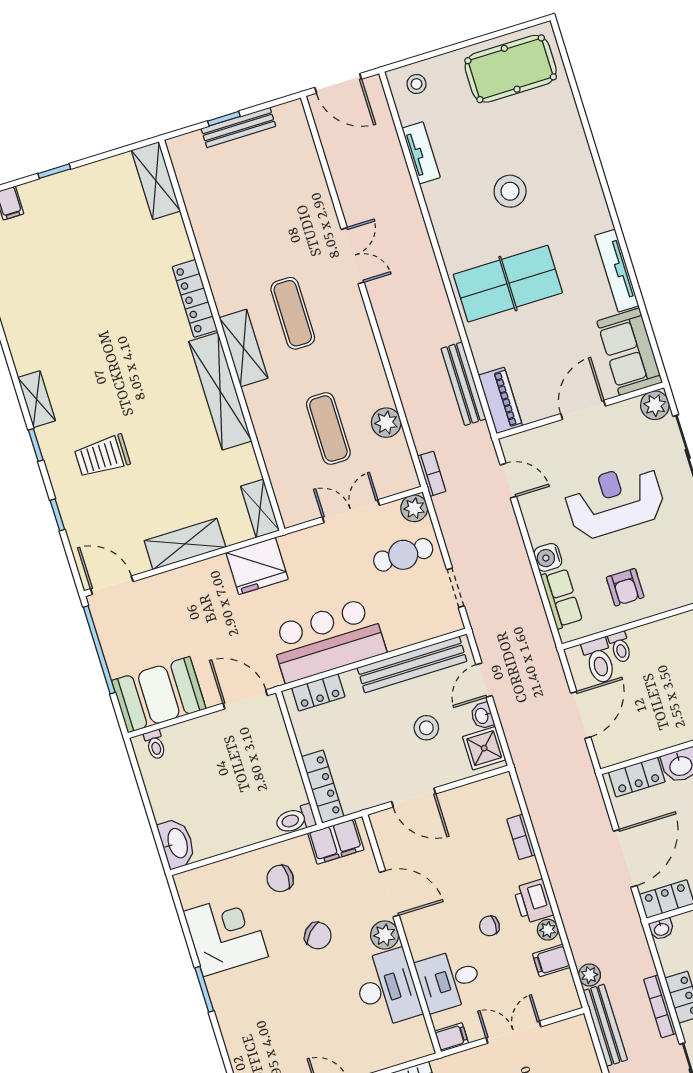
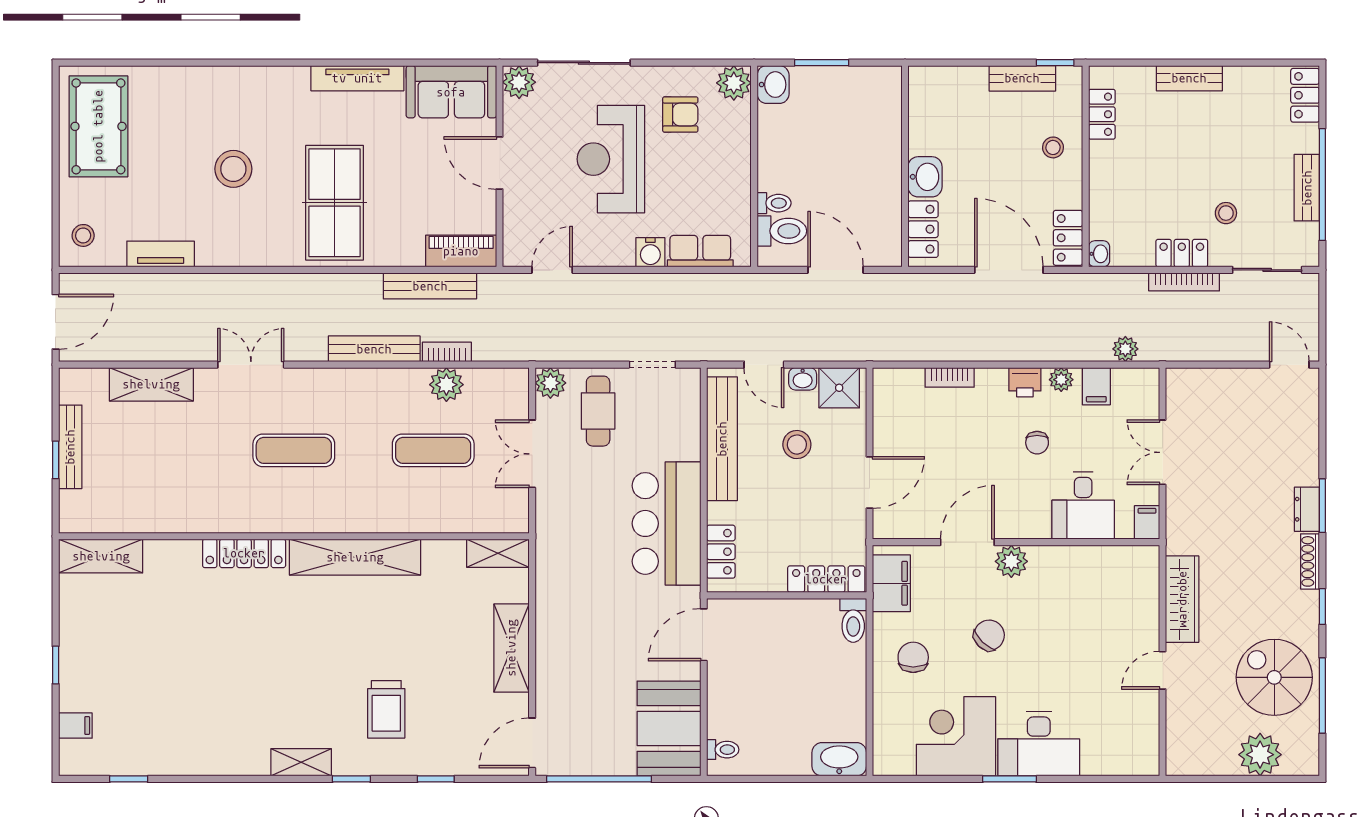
shelving: (244, 348) -> (151, 384), moved
bookcase: (432, 474) -> (447, 352), moved
fridge: (257, 566) -> (560, 576), removed
armchair: (625, 587) -> (680, 114), moved
chair: (280, 878) -> (913, 657), turned 180
printer: (533, 901) -> (1025, 382), width x0.73, depth x0.81
desk: (387, 988) -> (1039, 744), moved, turned 180
bench: (605, 1025) -> (374, 349), moved

